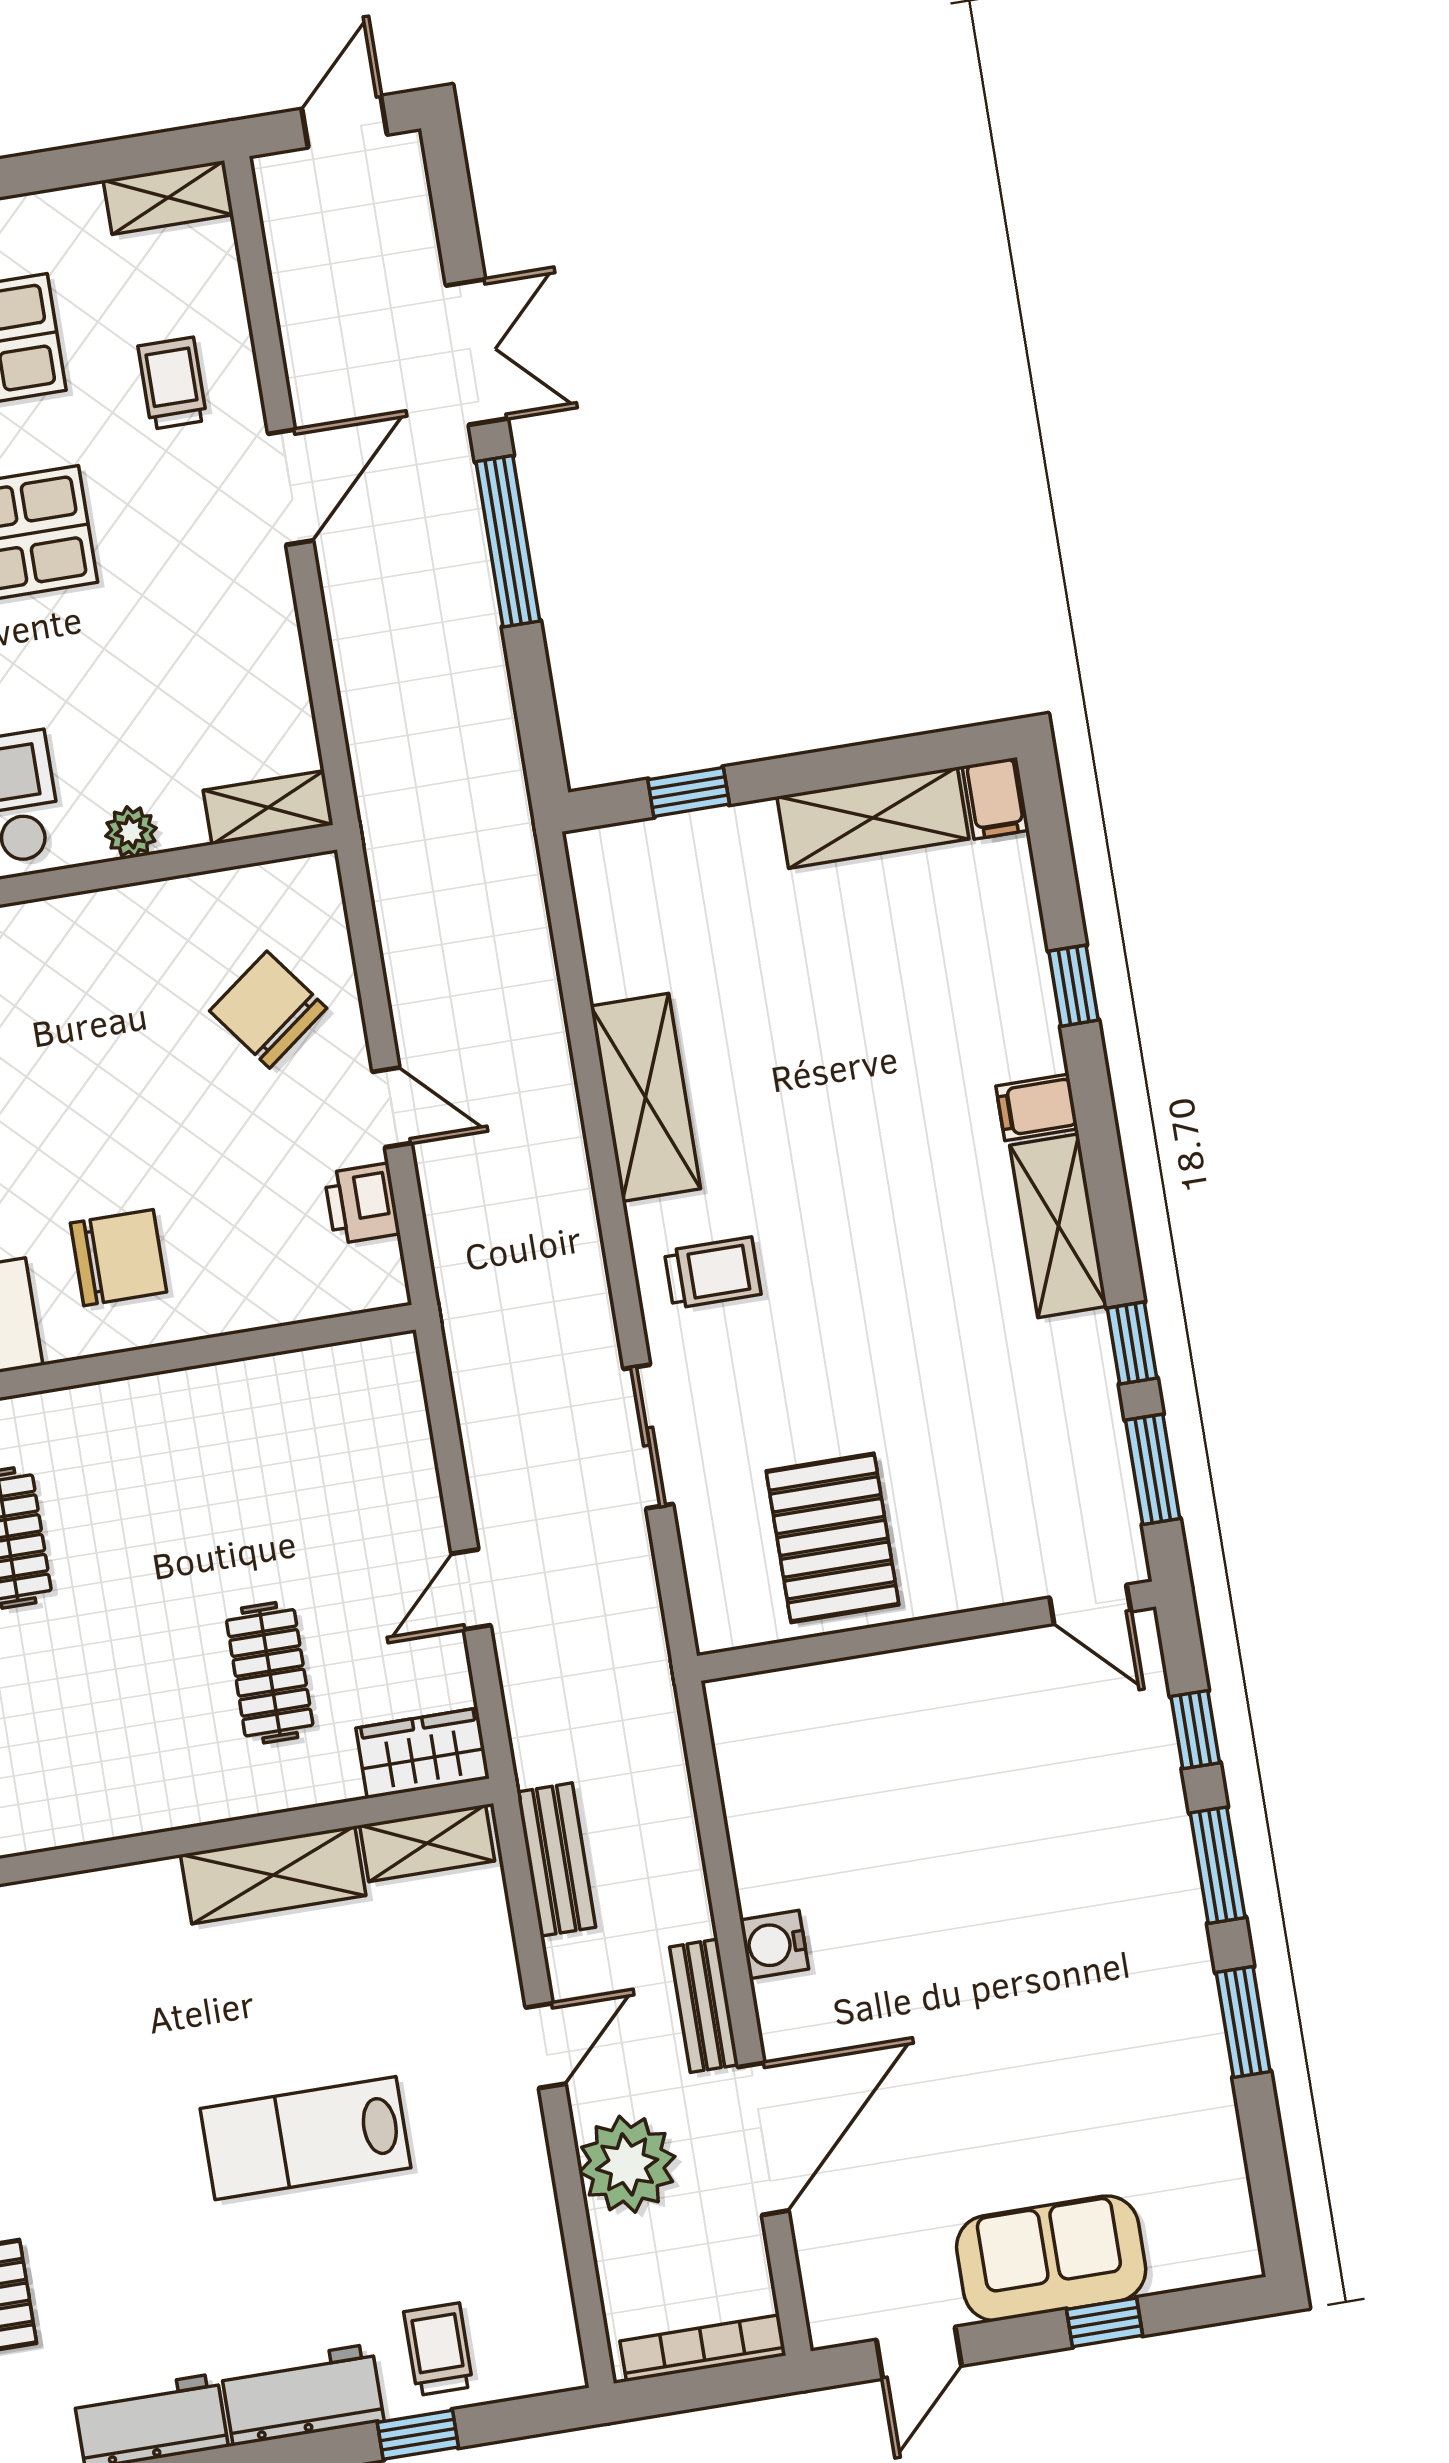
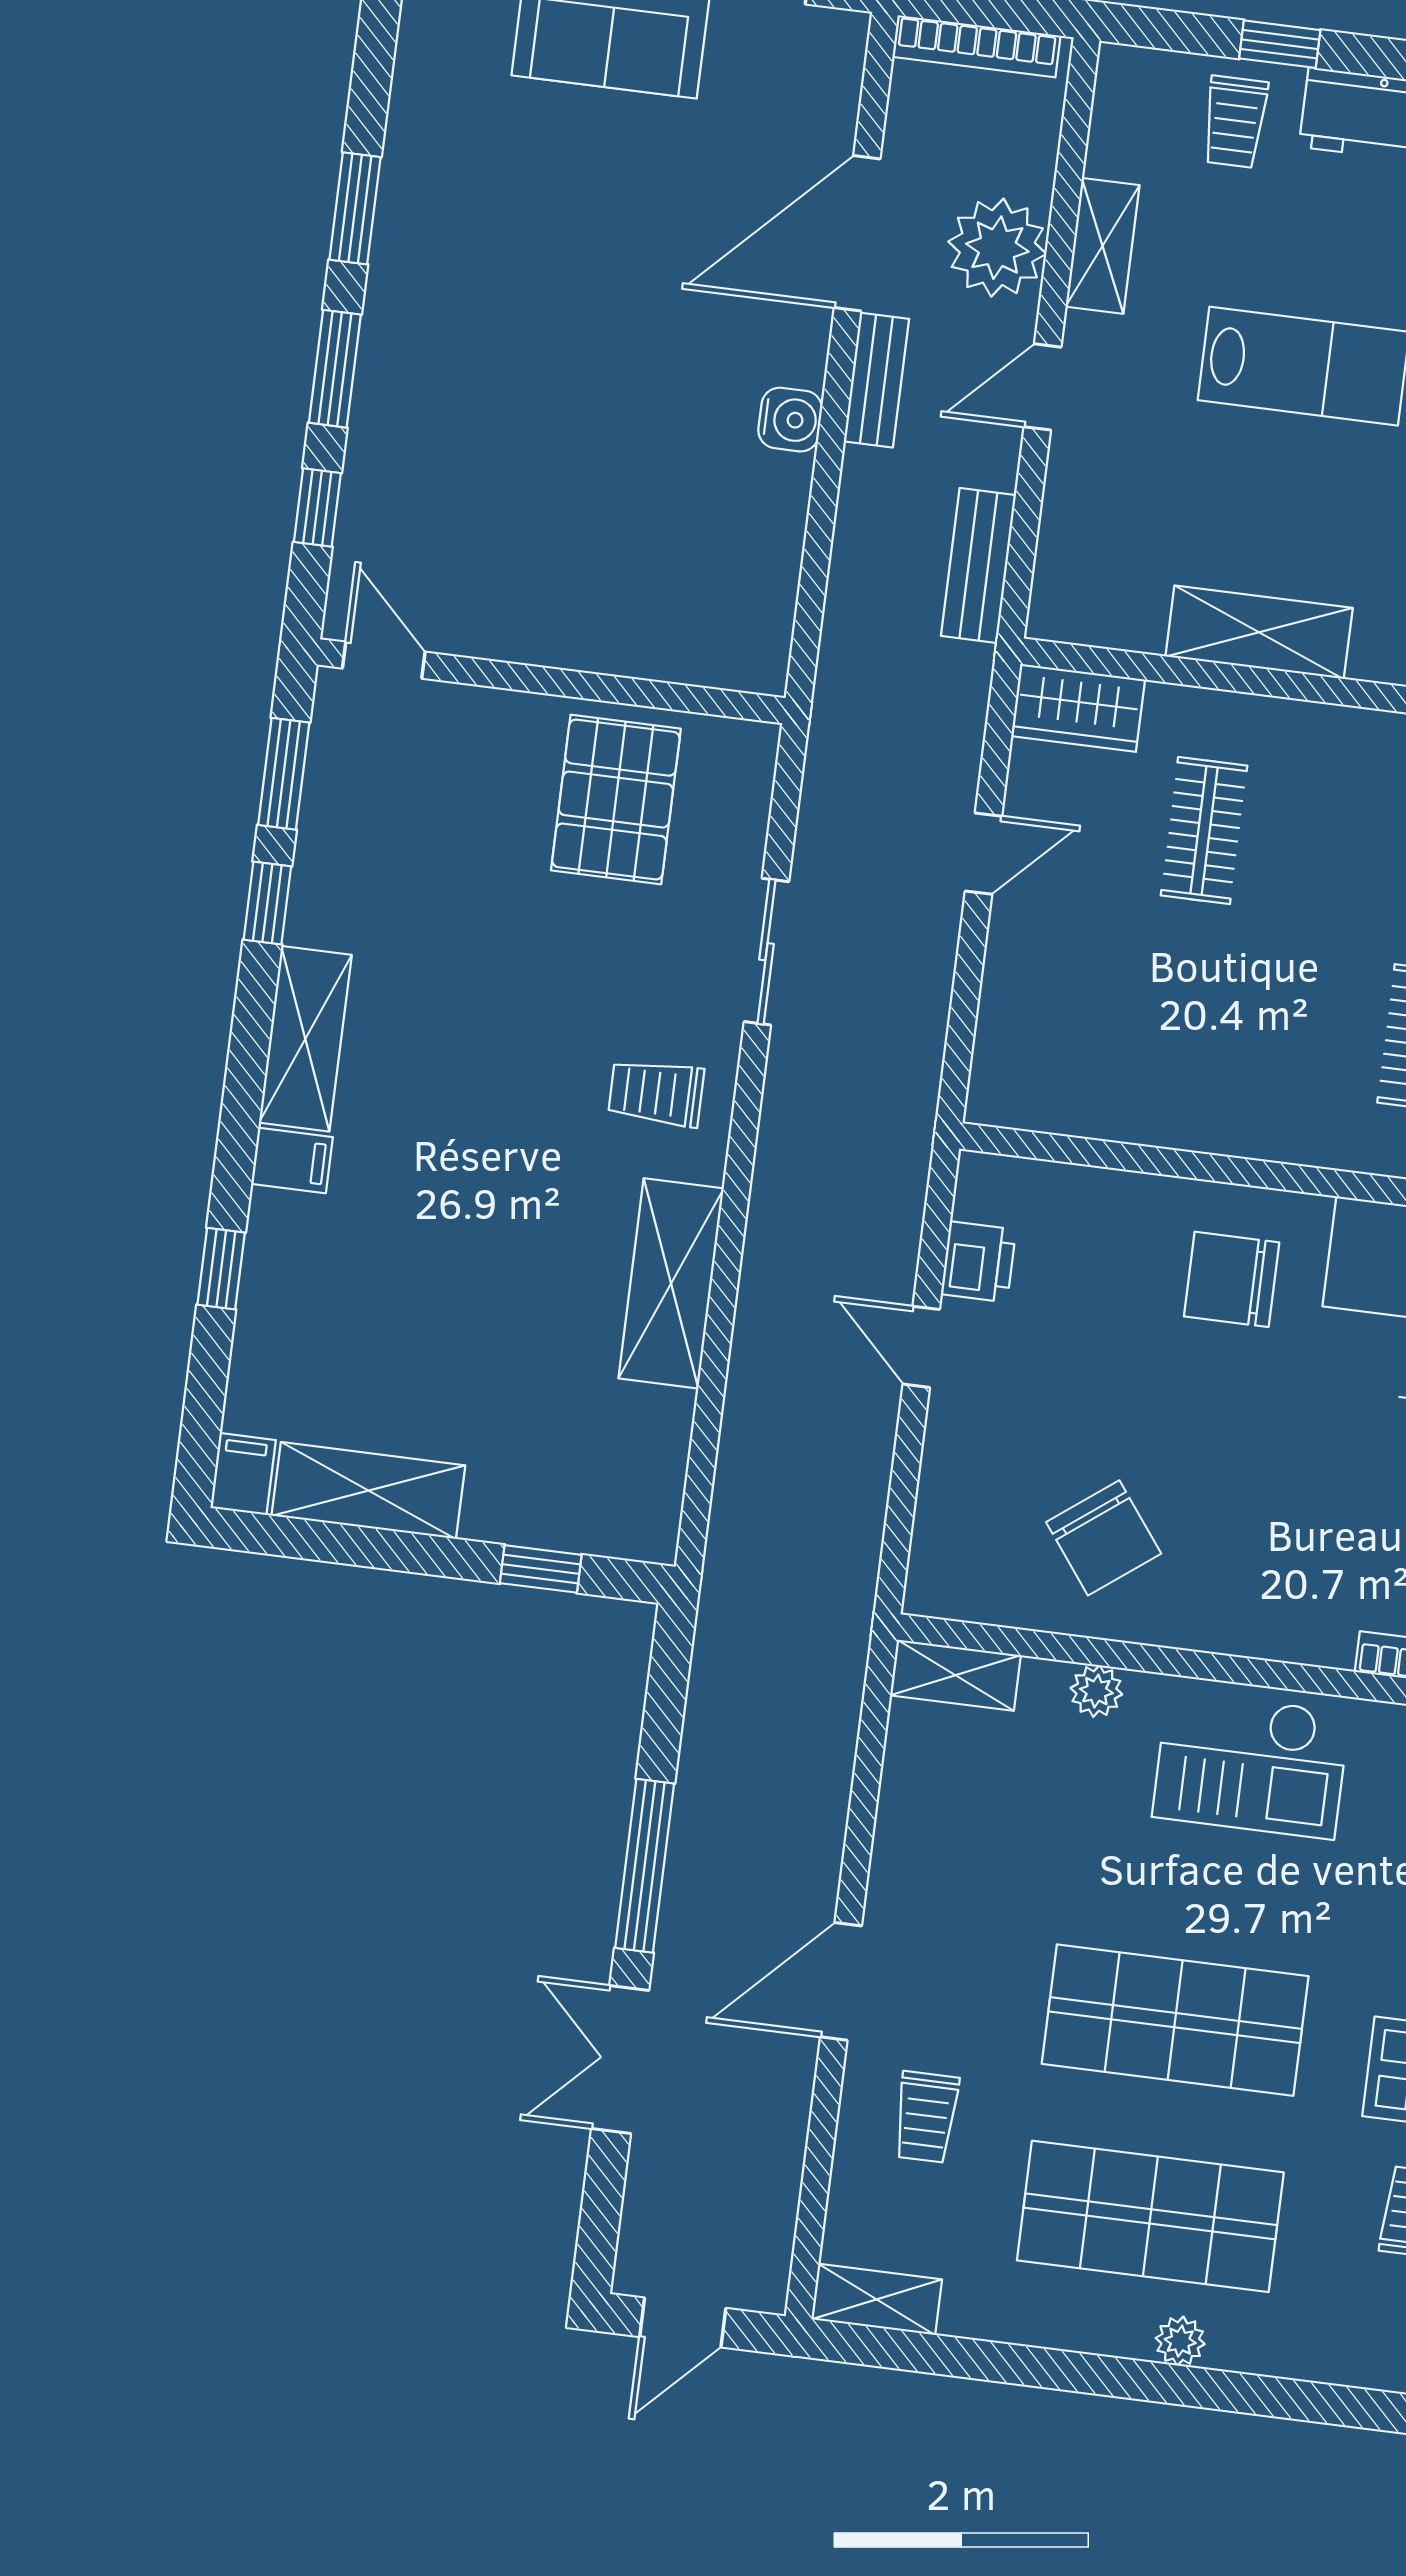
chair: (268, 1010) -> (1104, 1538), moved
shelving: (427, 1843) -> (1103, 246), moved, turned 90

